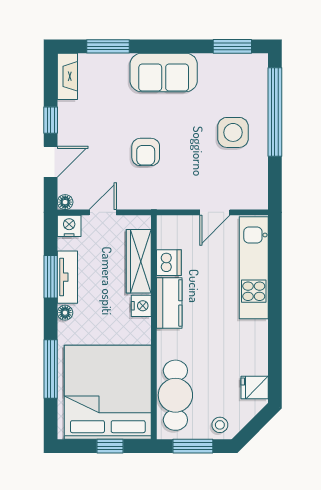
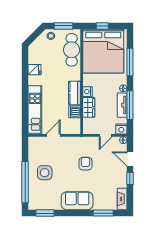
door: (51, 162) -> (130, 159), hinge flipped
wardrobe: (139, 261) -> (89, 107), width x0.67
window: (51, 277) -> (130, 105), width x1.44
fridge: (255, 387) -> (35, 70), moved

